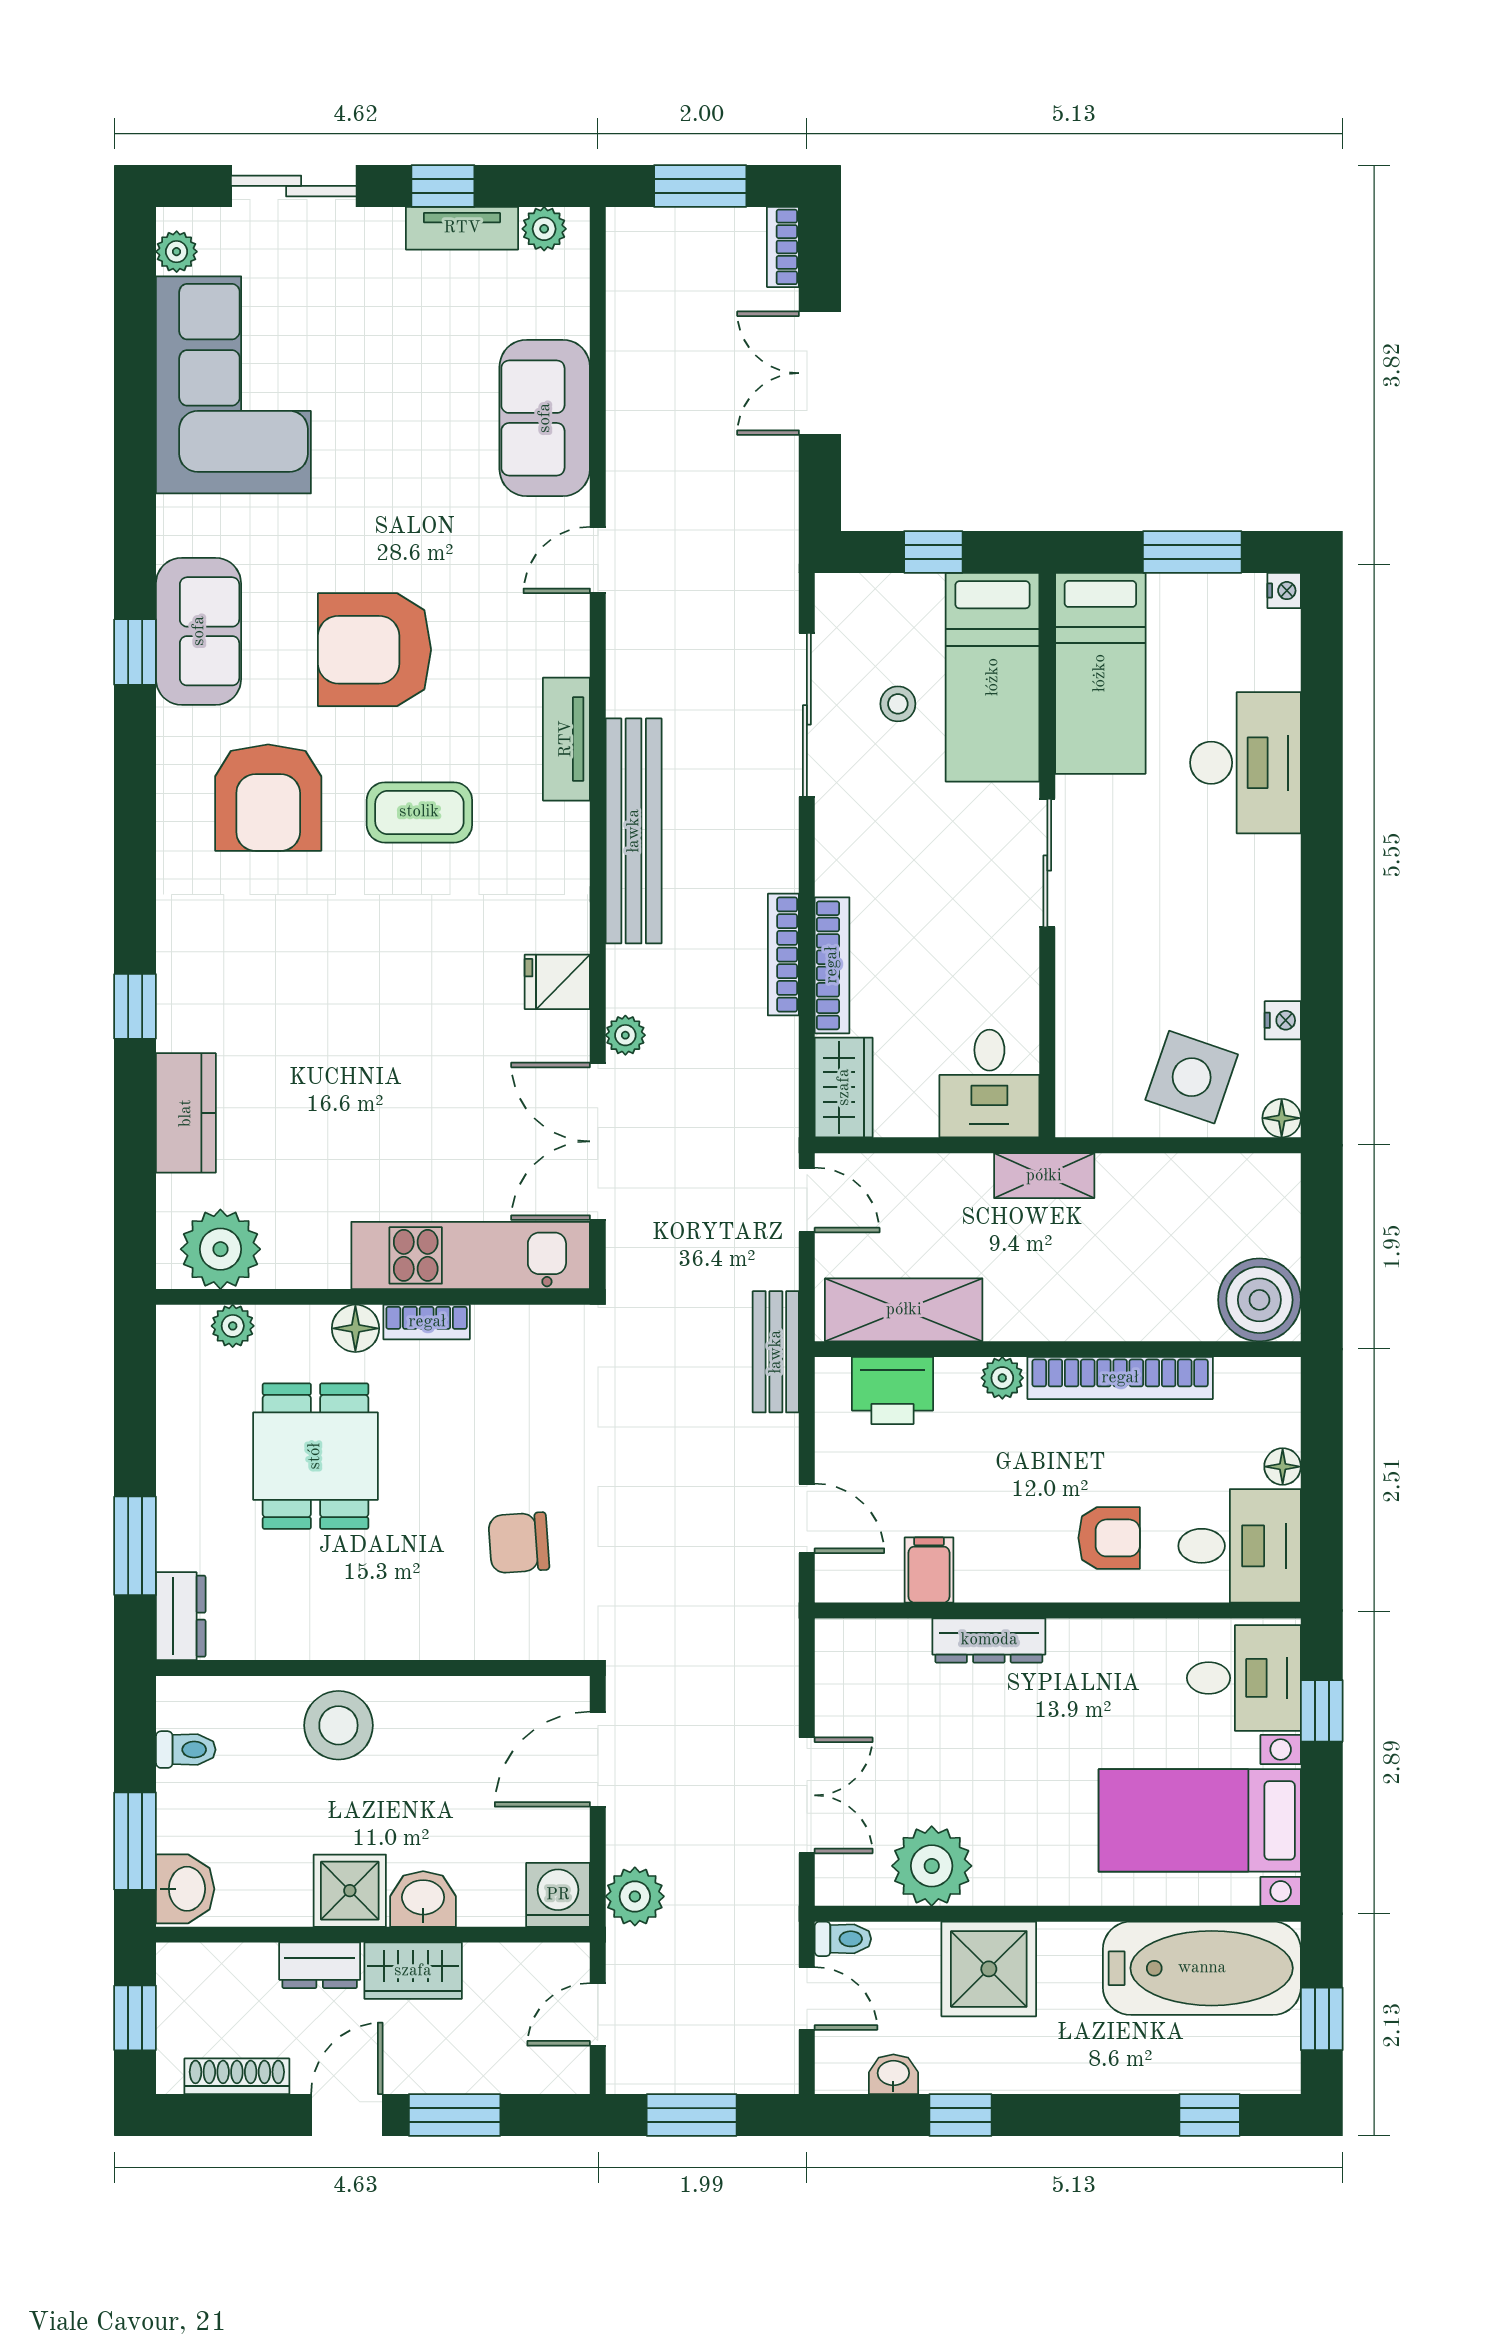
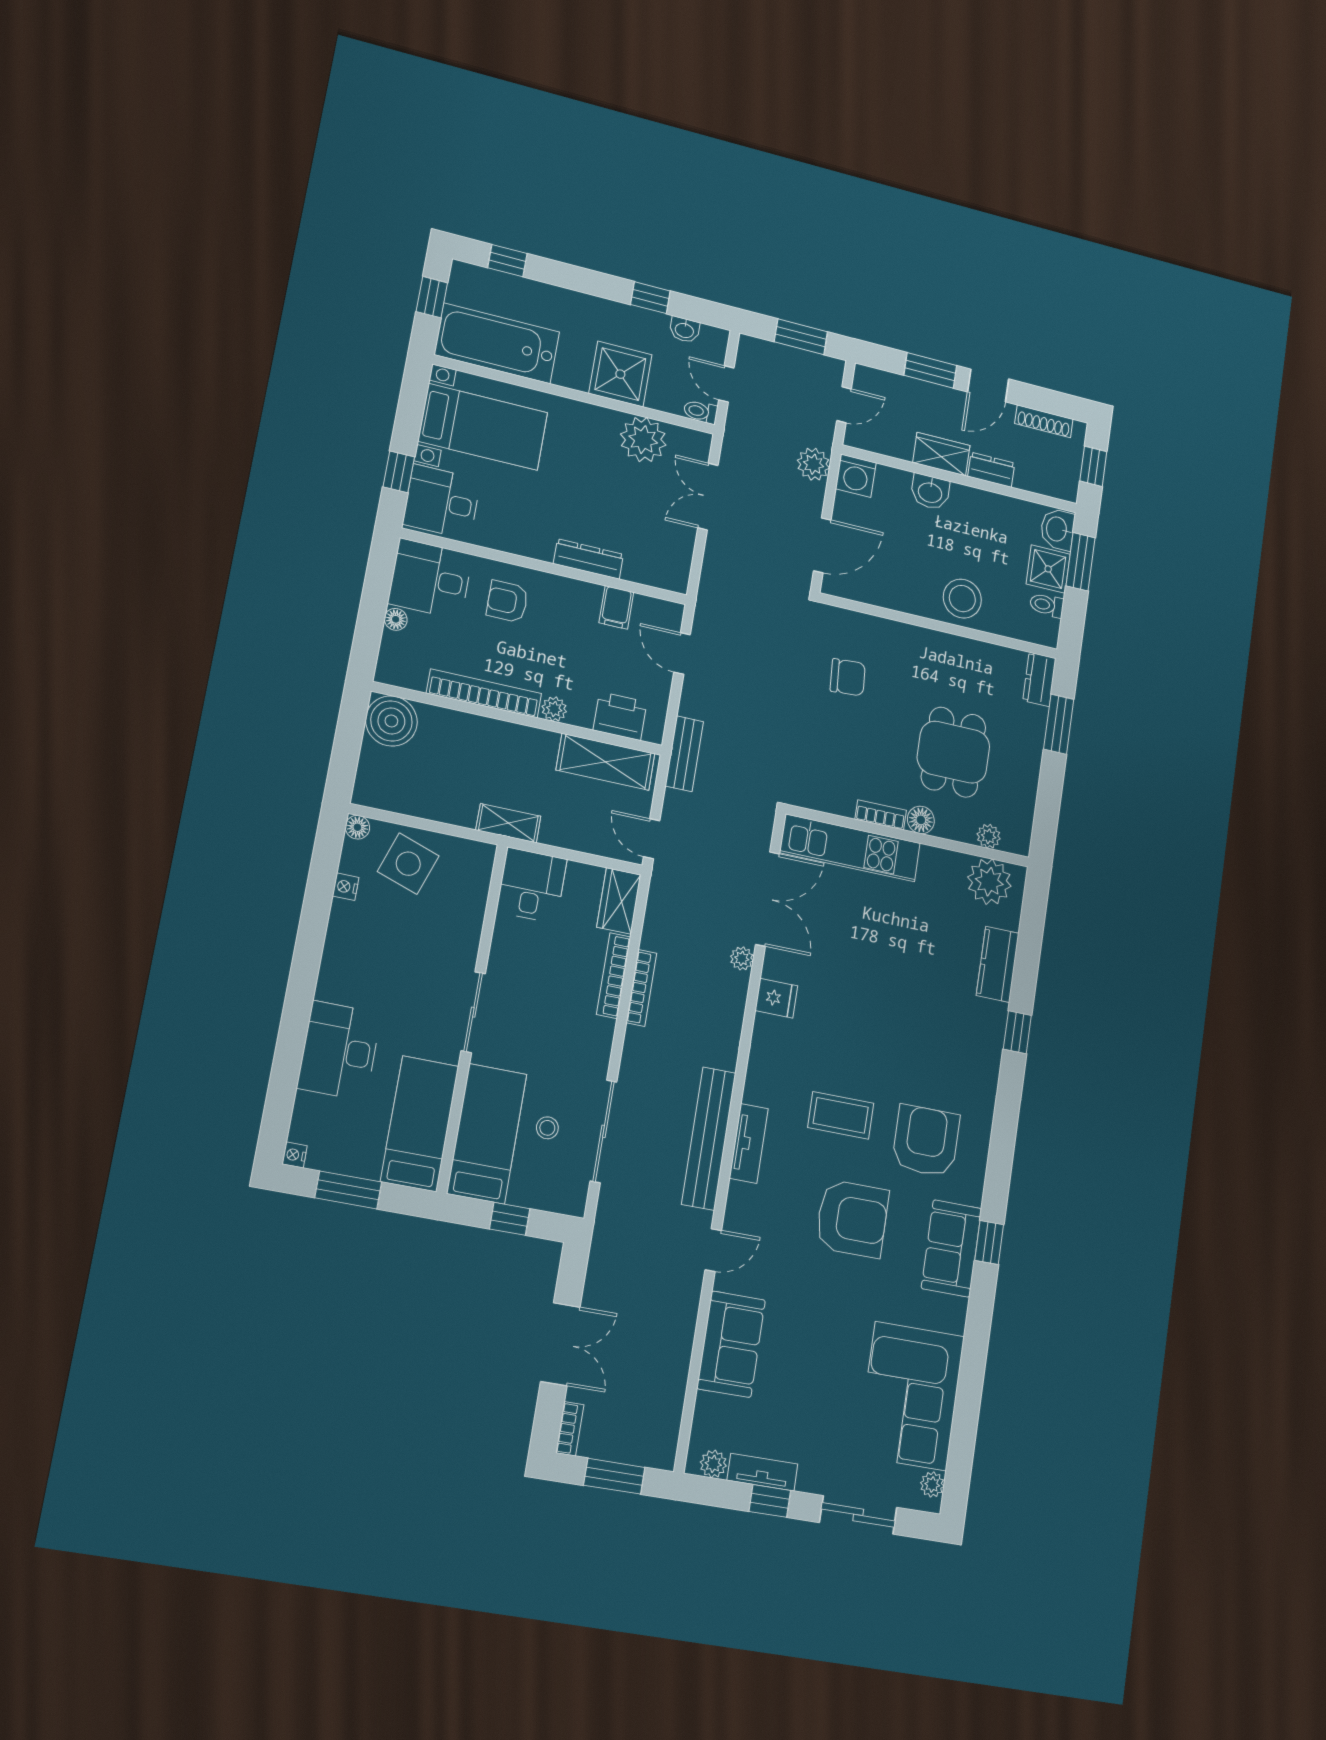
bench: (634, 831) -> (709, 1138), moved
shower: (350, 1891) -> (1048, 569), moved

